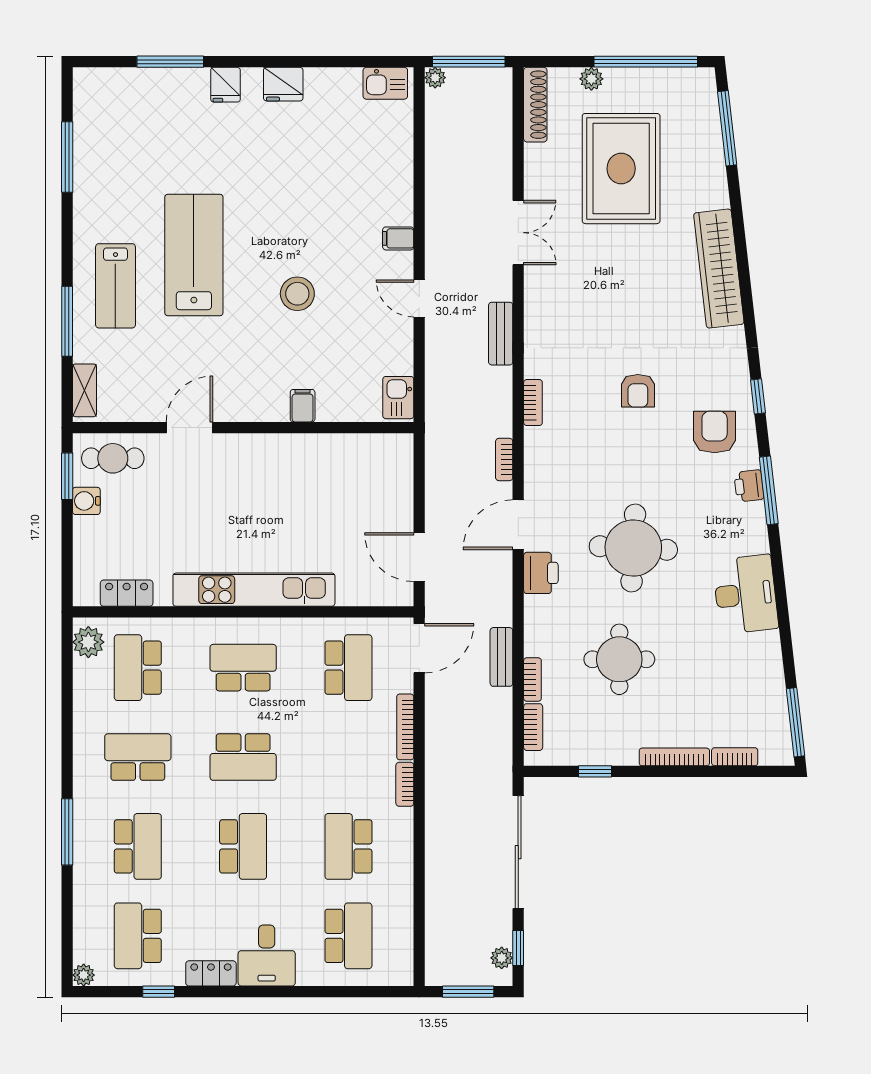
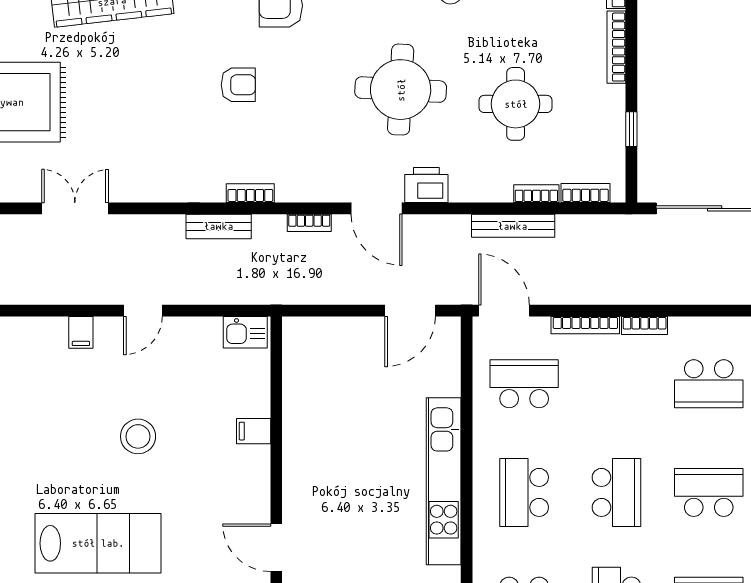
lab bench: (194, 255) -> (98, 543), turned 180
bench: (501, 334) -> (219, 226), moved
bench: (501, 657) -> (513, 226), width x1.36

